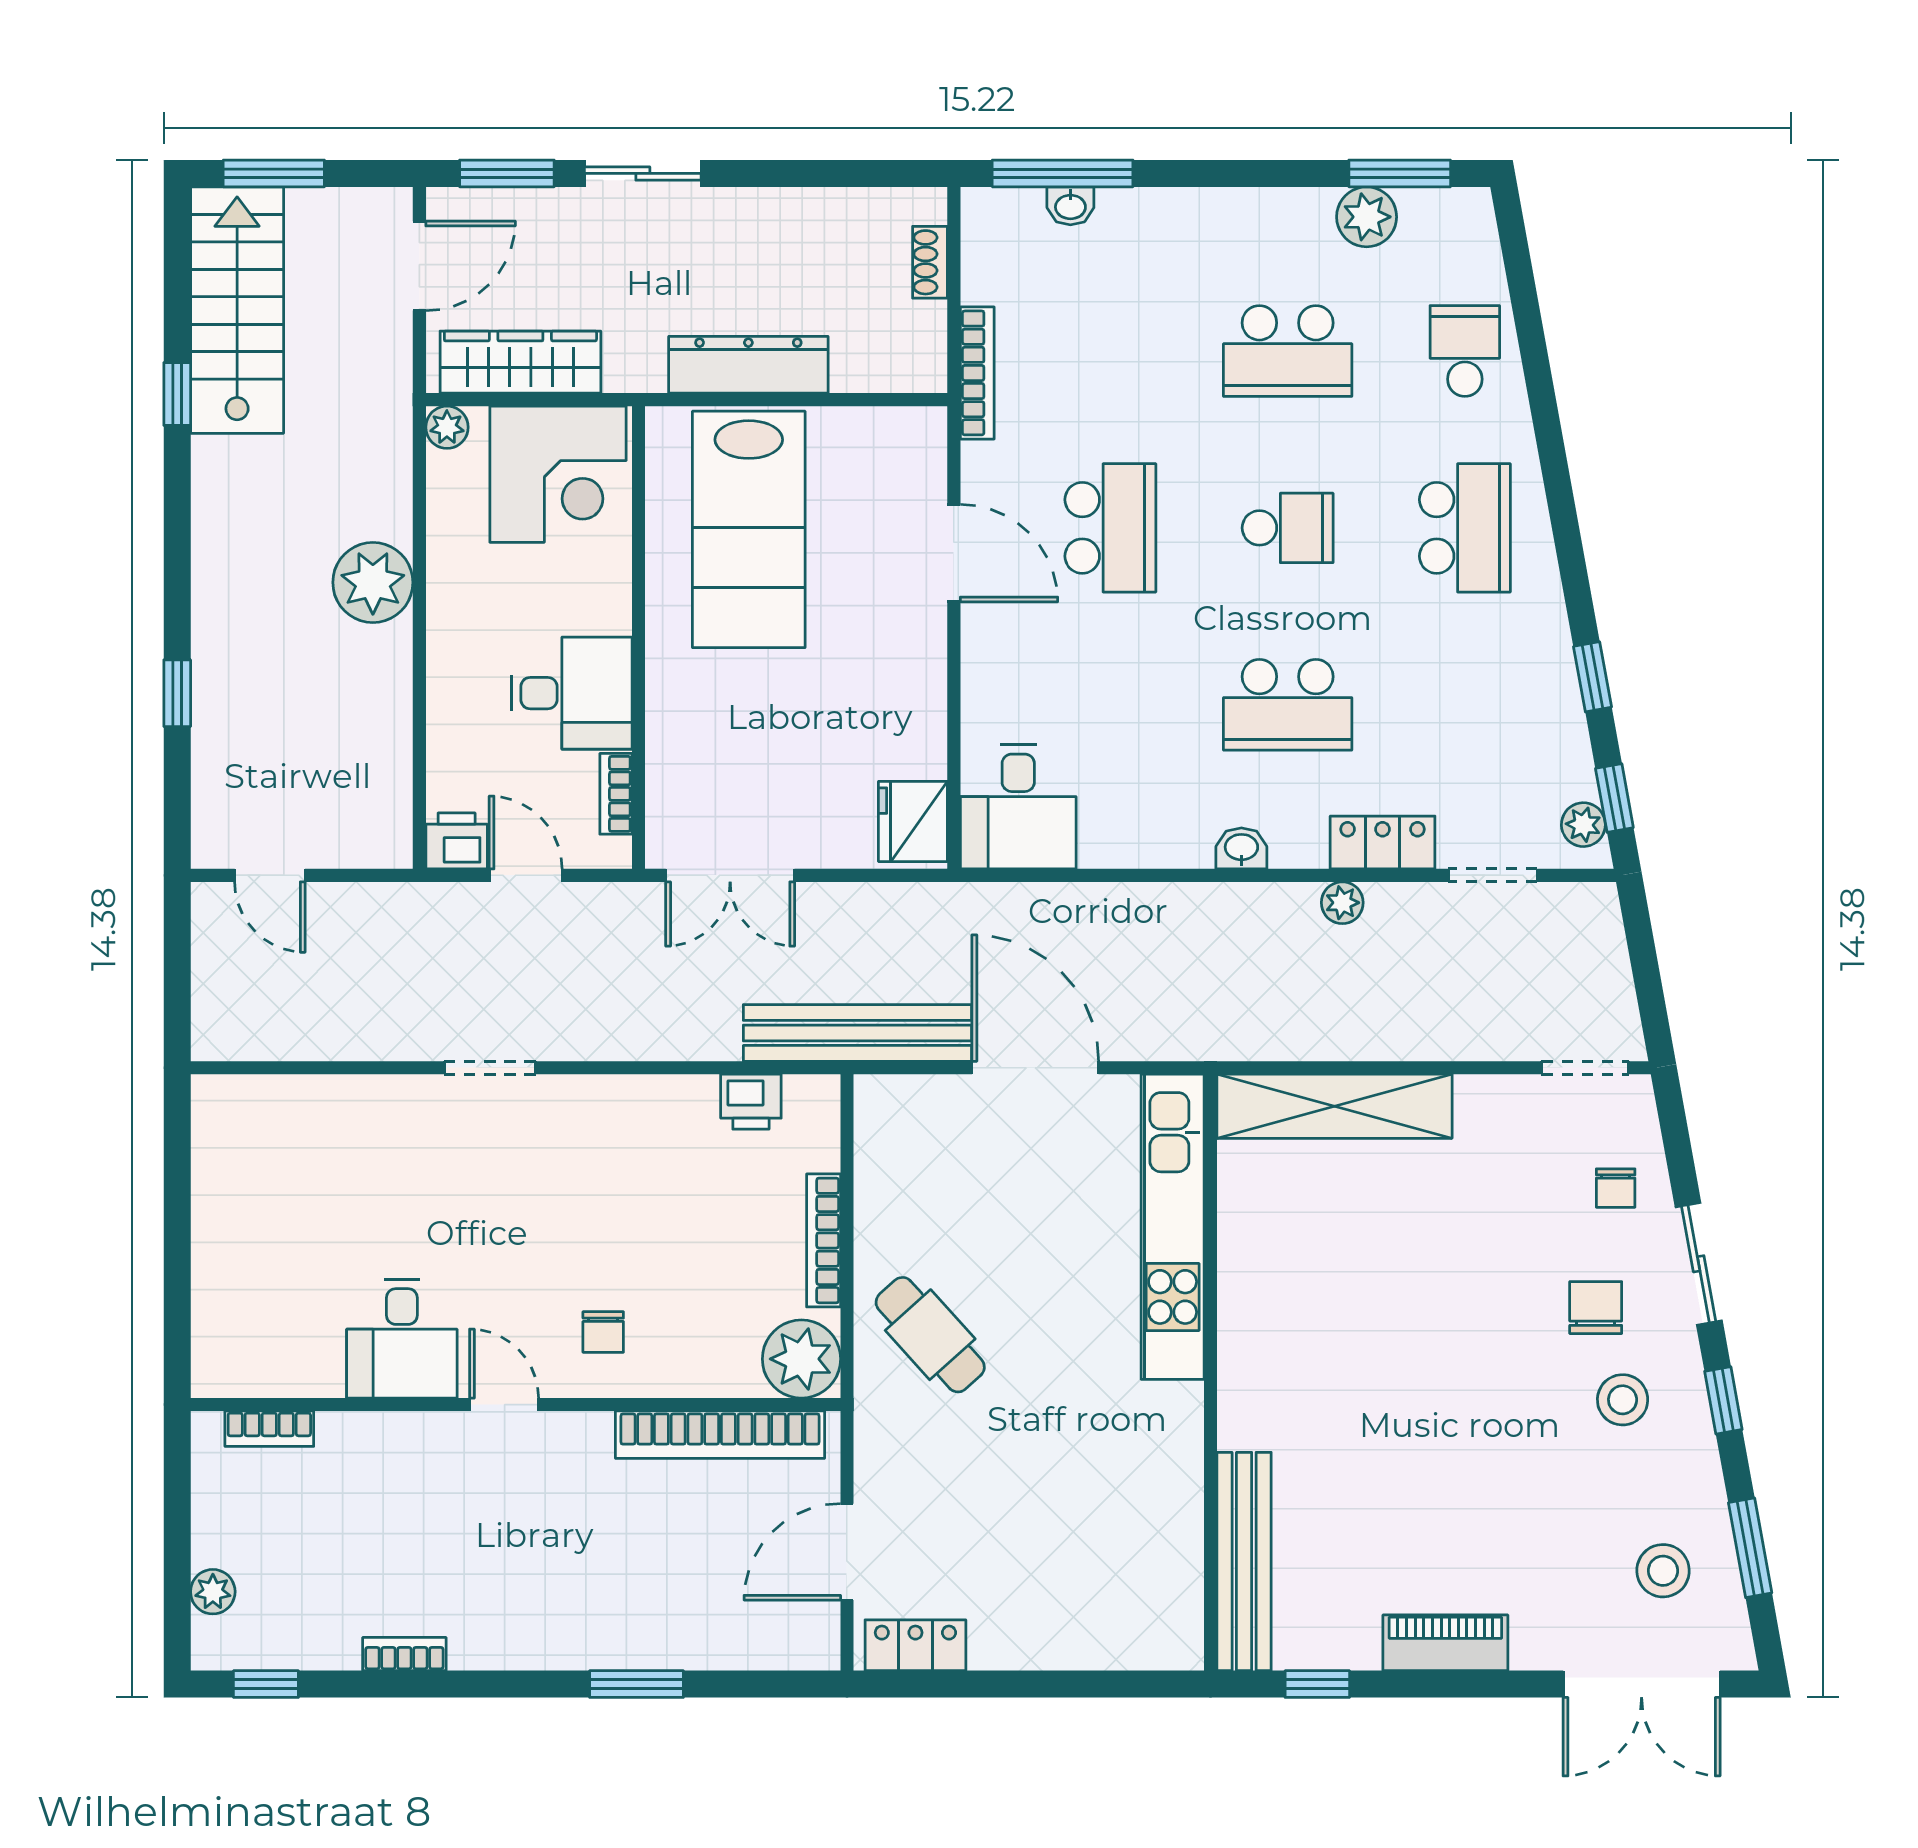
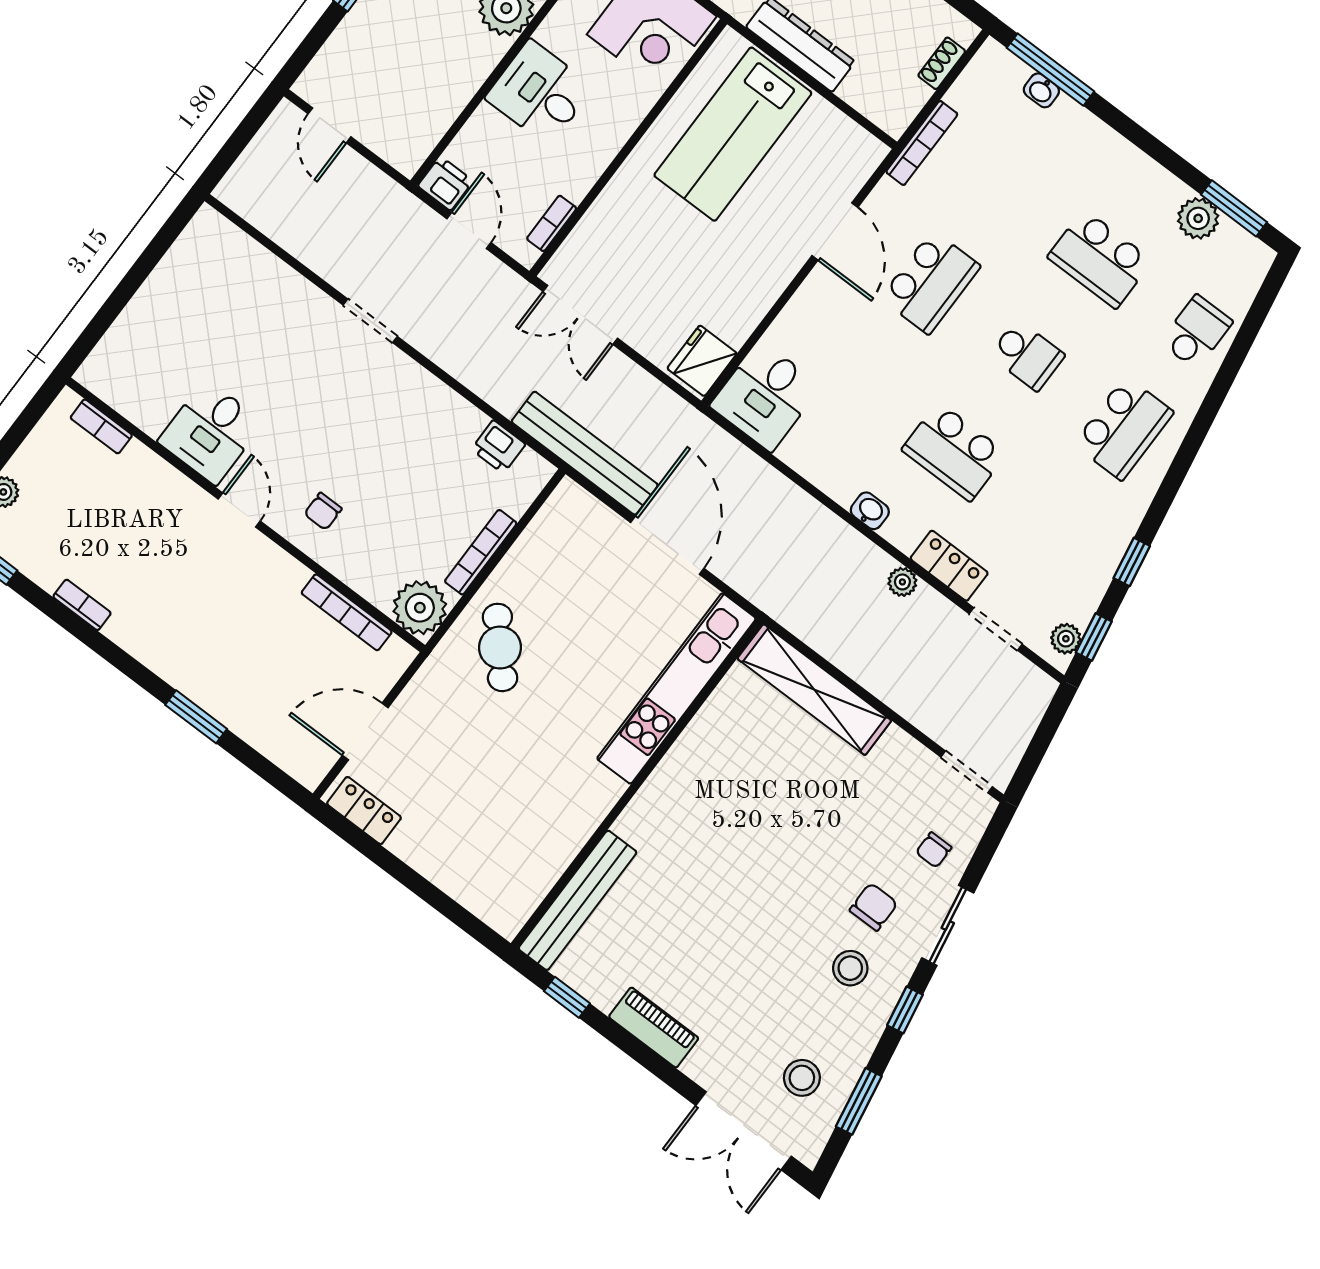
desk: (572, 693) -> (539, 93), moved, turned 180
bookcase: (720, 1435) -> (347, 612), width x0.68, depth x0.76

